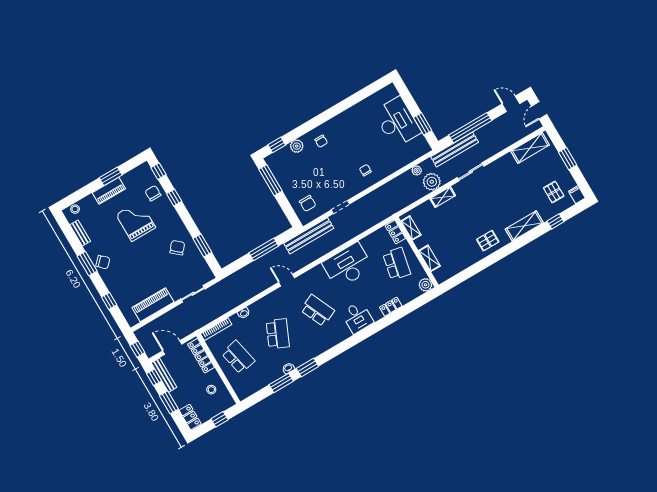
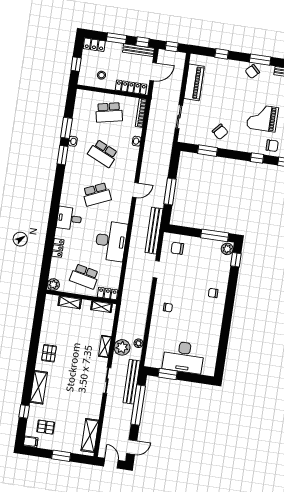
plant: (297, 146) -> (227, 249), moved
grand piano: (136, 221) -> (262, 118), turned 180

